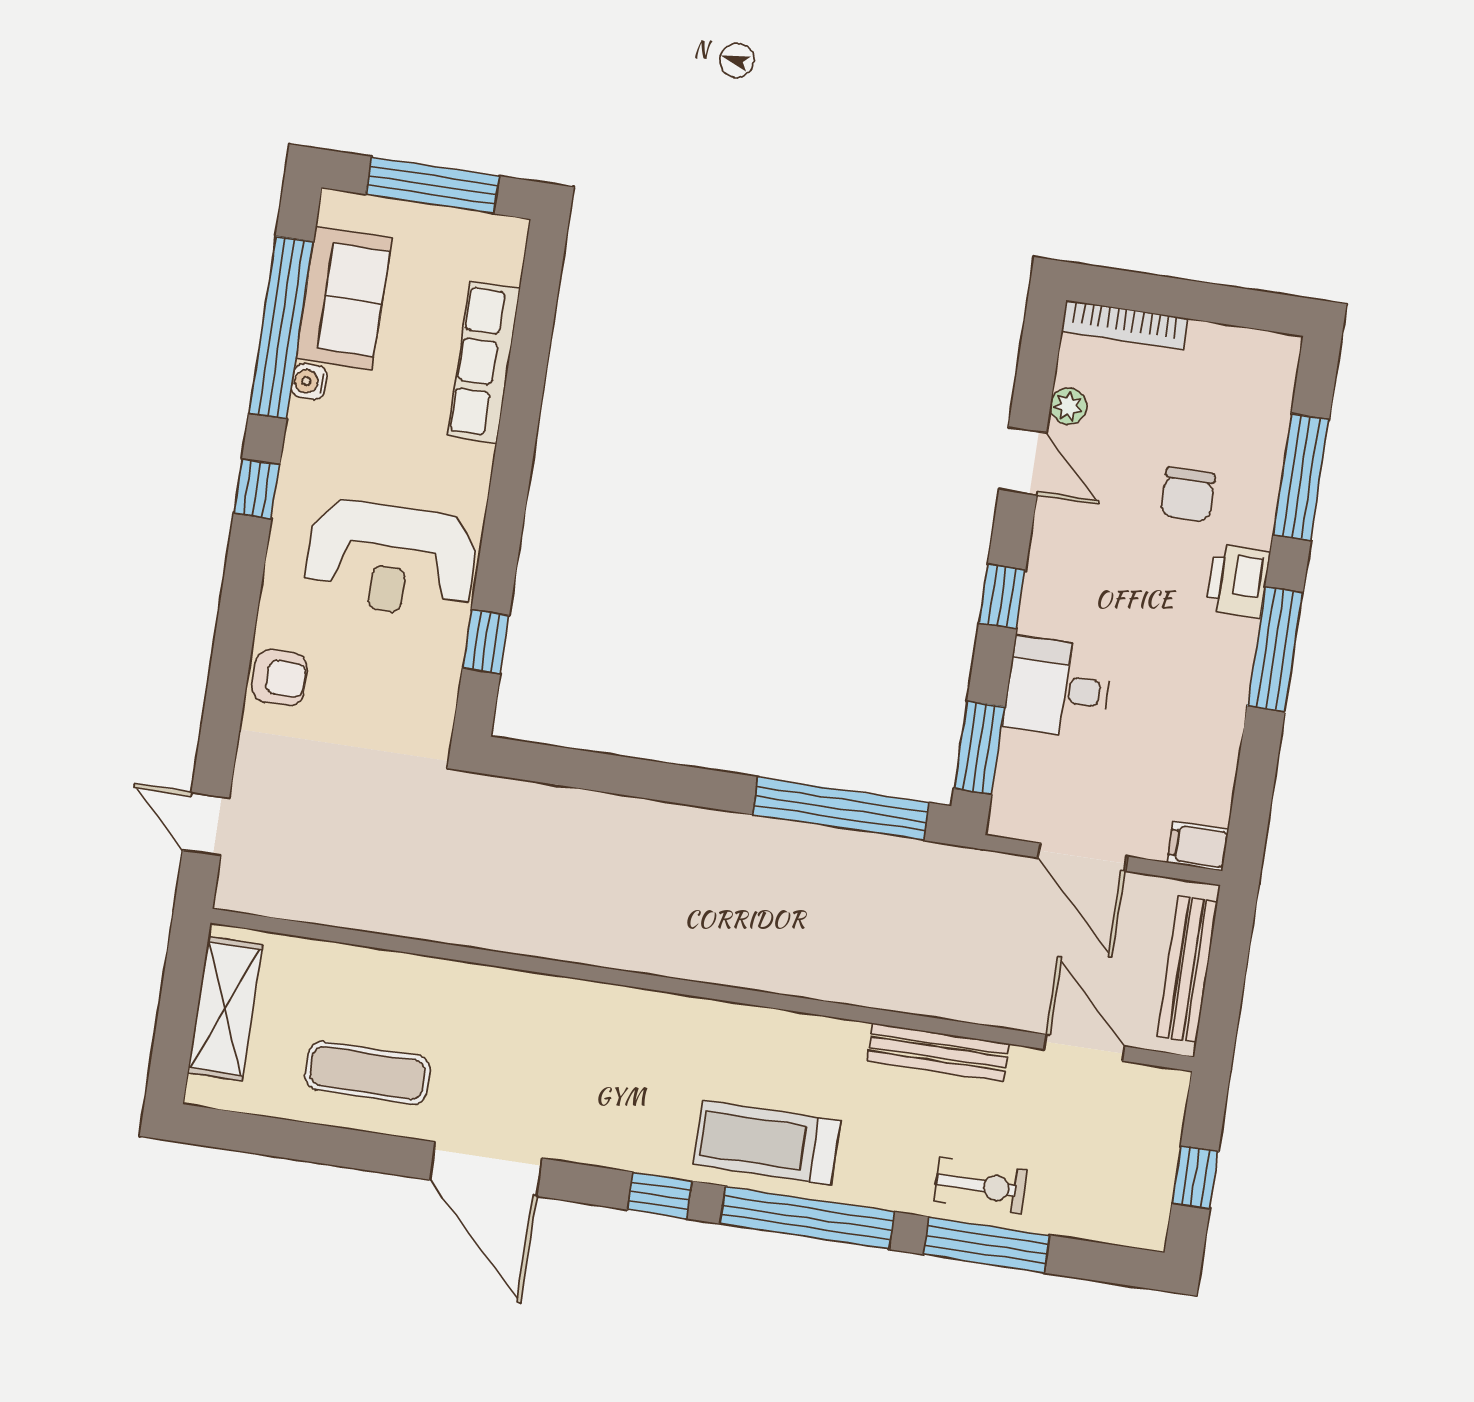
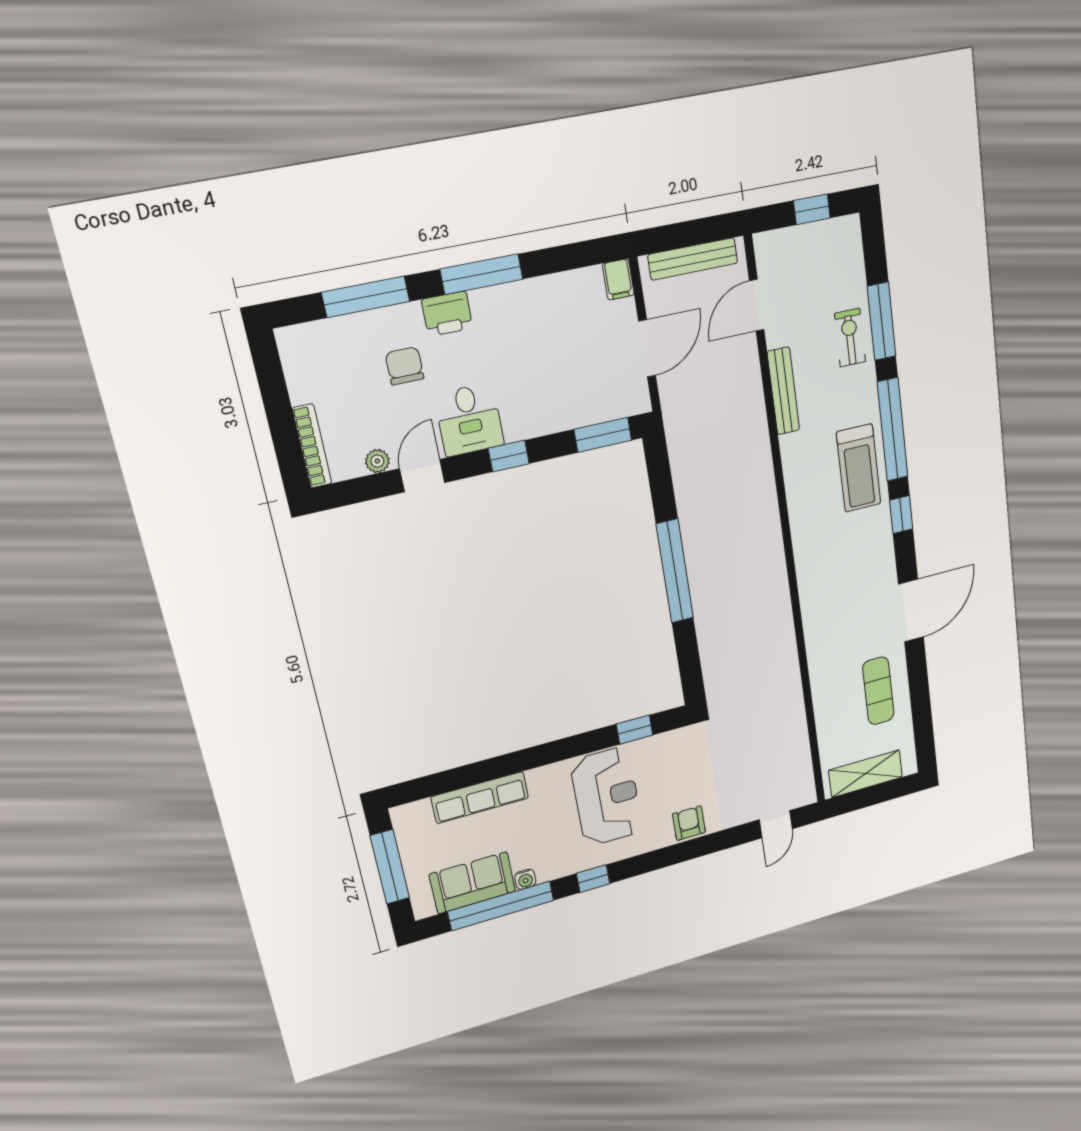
chair: (1188, 495) -> (405, 366), turned -90
desk: (1058, 688) -> (469, 420), moved
window: (841, 809) -> (675, 571), moved

